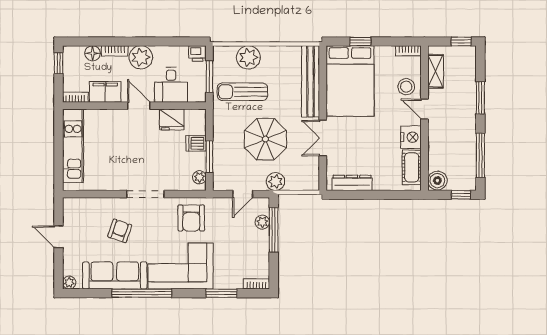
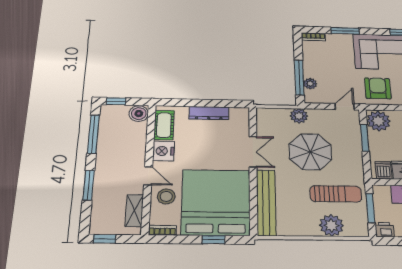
bed: (350, 81) -> (216, 202), width x1.36
dishwasher: (196, 143) -> (383, 170), moved, turned -90
plant: (199, 177) -> (378, 121), width x1.87, depth x1.87
dresser: (352, 183) -> (209, 113), moved
door: (243, 194) -> (345, 107), moved

